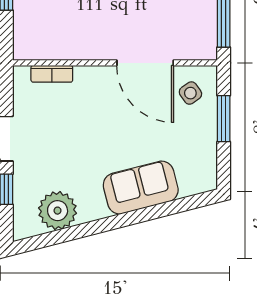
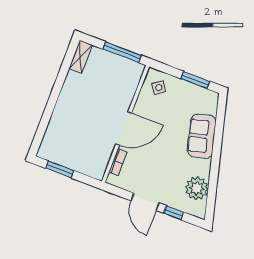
door: (145, 63) -> (124, 129), moved
window: (224, 119) -> (195, 80), moved

